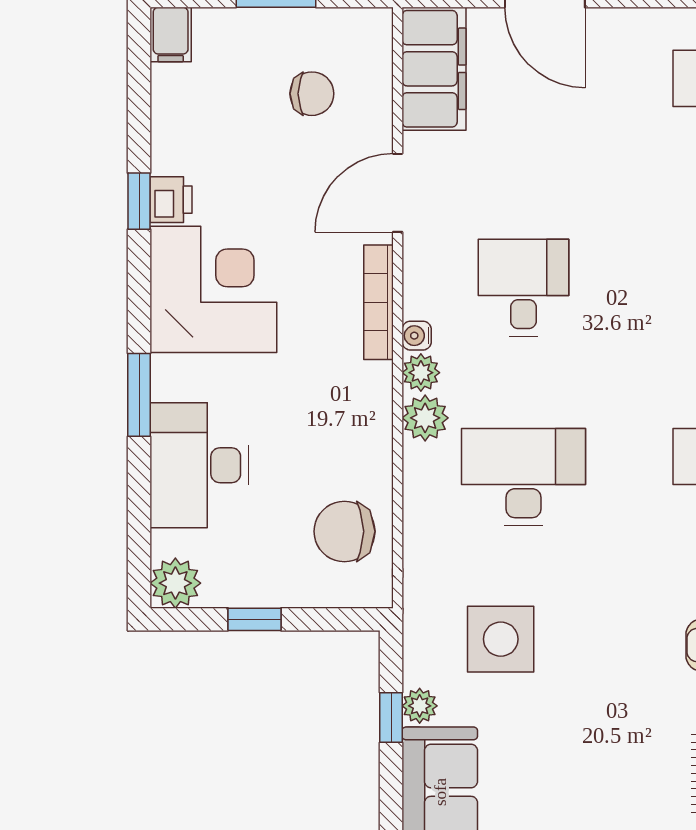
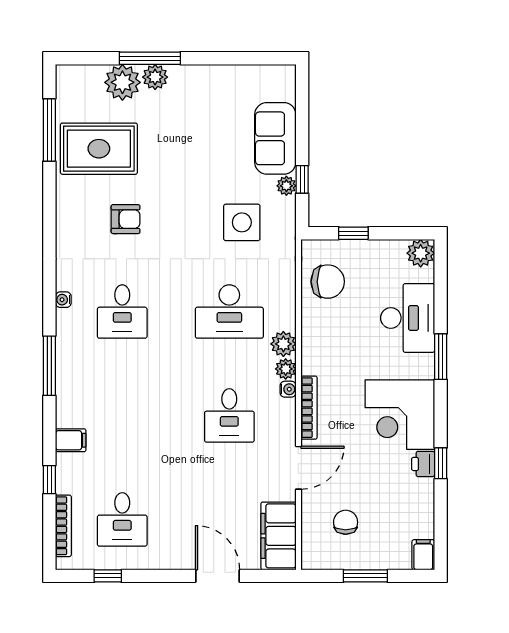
chair: (312, 94) -> (346, 522), turned 90
window: (255, 619) -> (353, 233), moved

